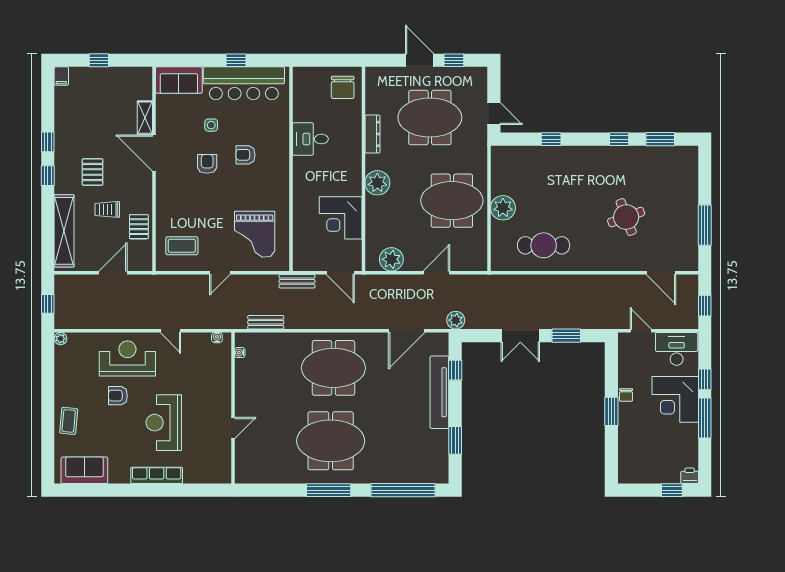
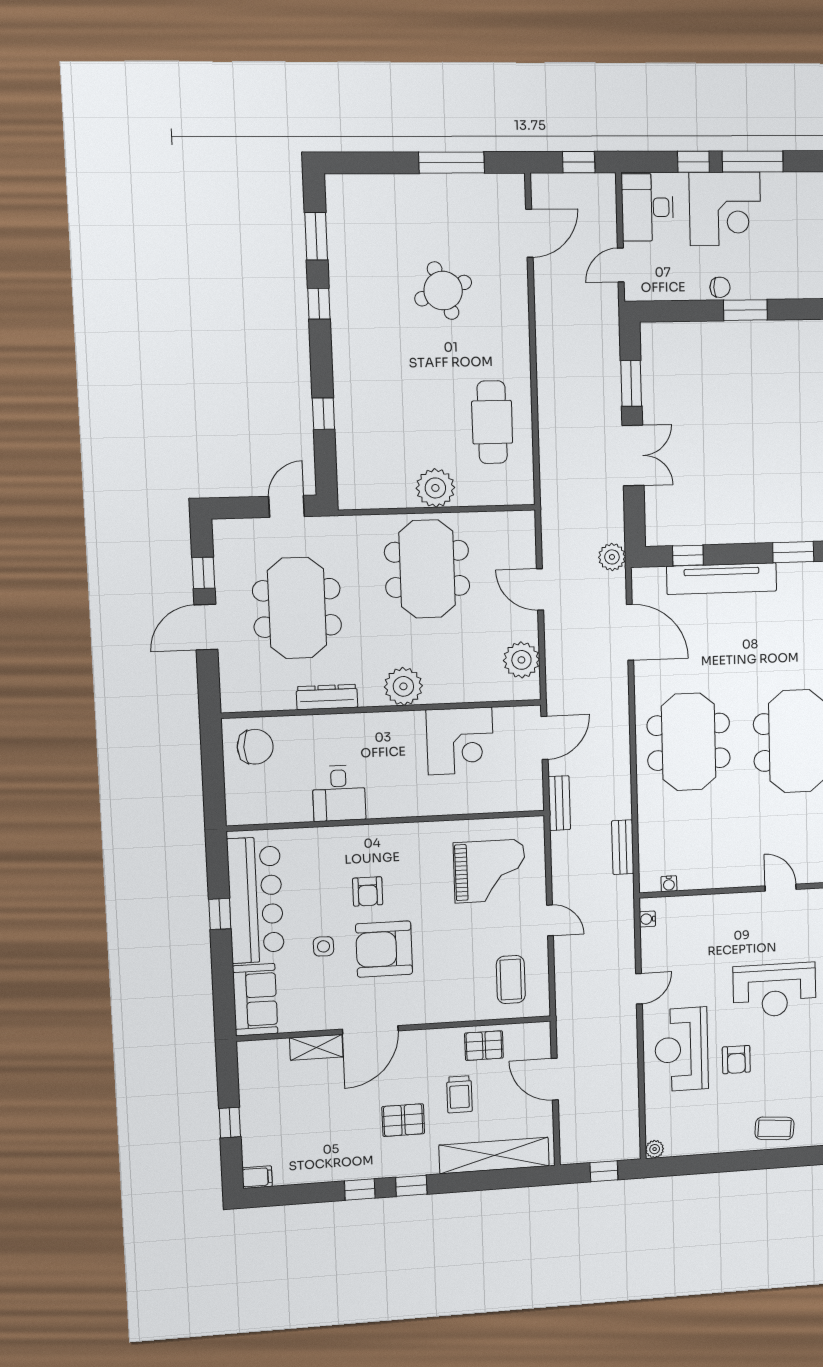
armchair: (207, 164) -> (384, 949), width x1.88, depth x1.88

